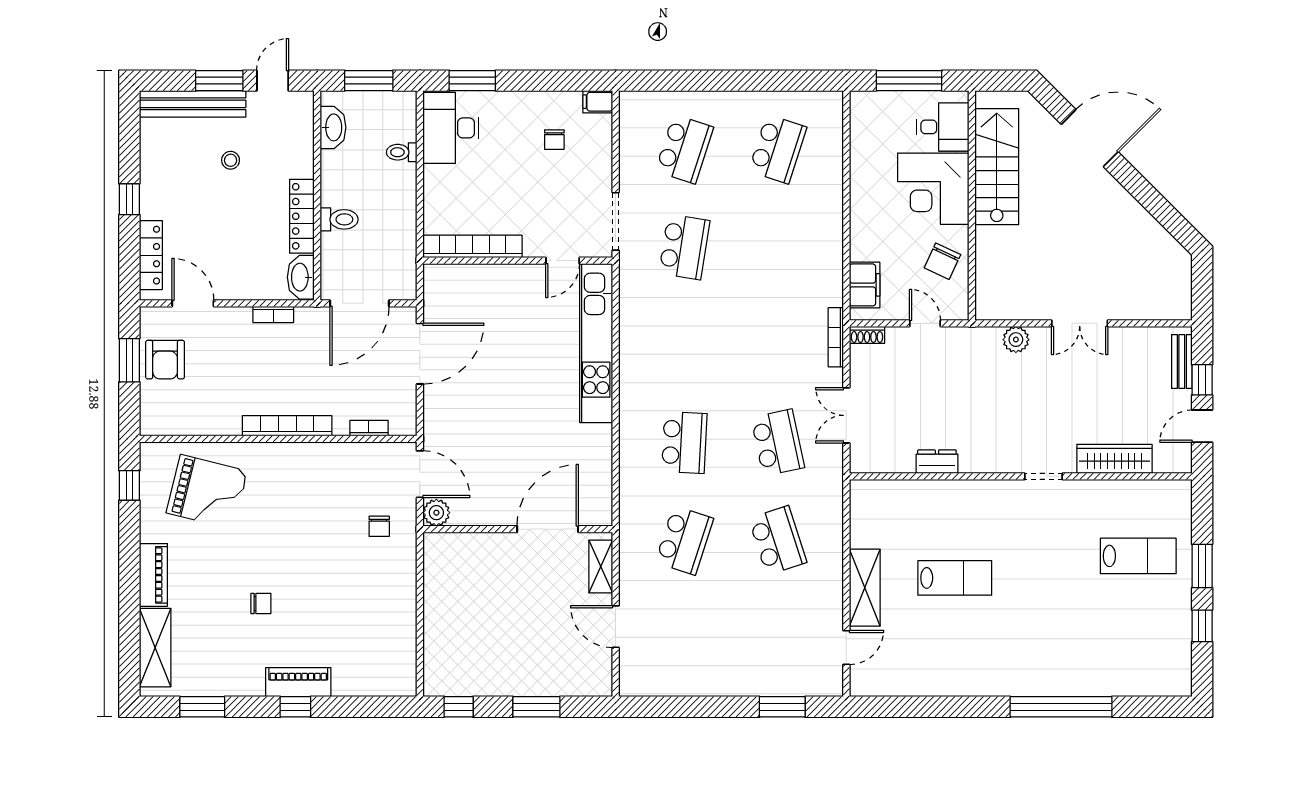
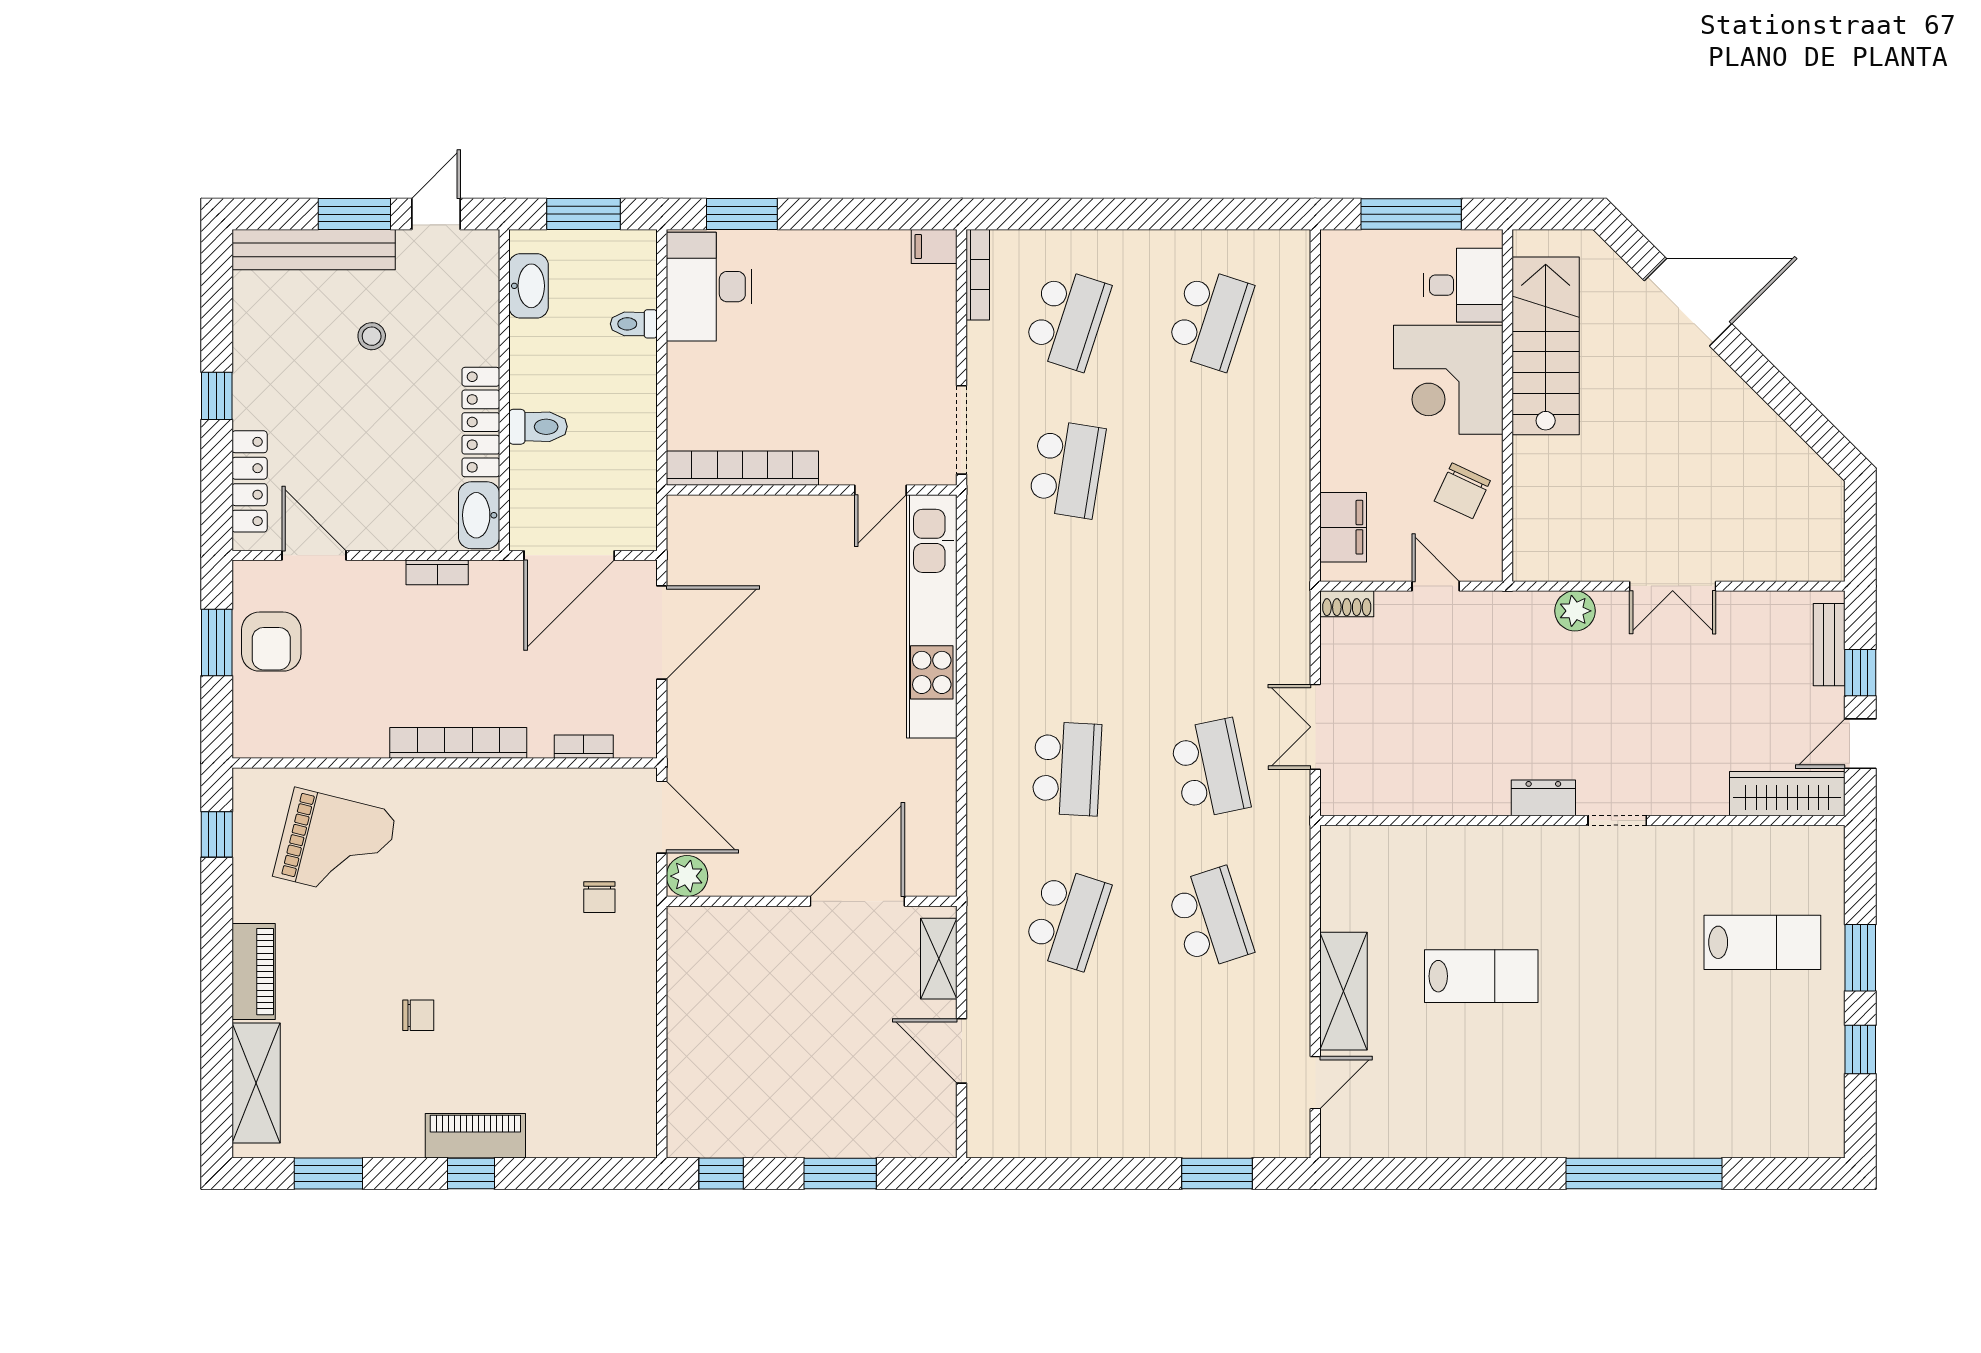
chair: (554, 140) -> (868, 304), removed
bookcase: (836, 337) -> (978, 275), moved, turned 180
wardrobe: (1114, 459) -> (1787, 794), moved
dresser: (937, 462) -> (1543, 798), moved

